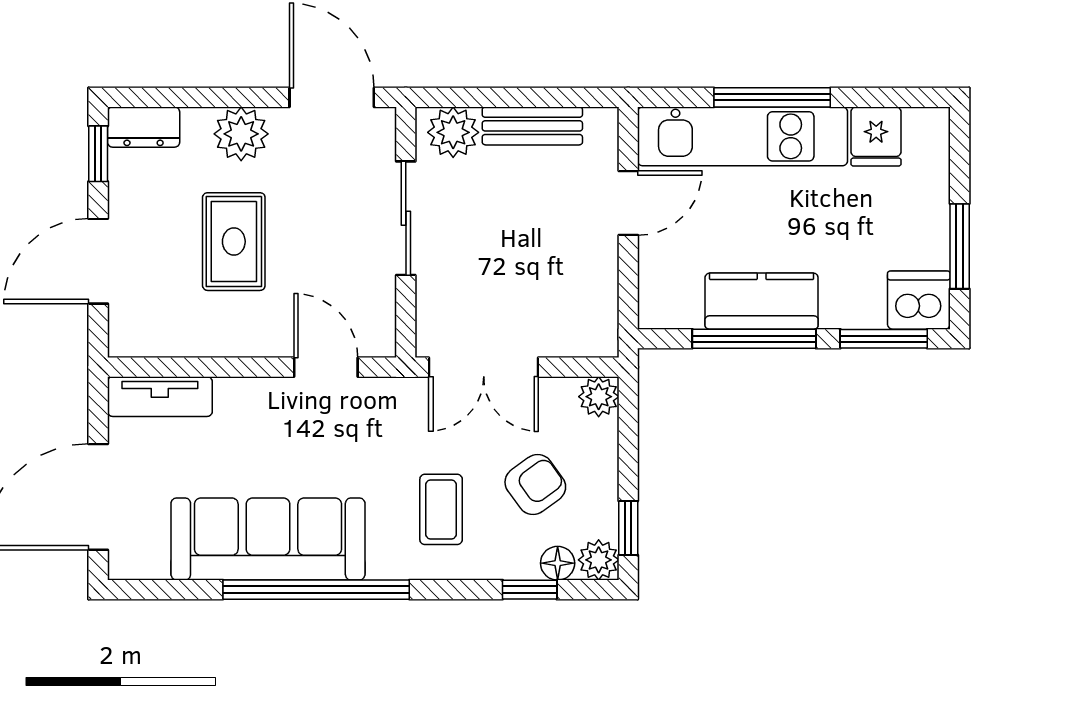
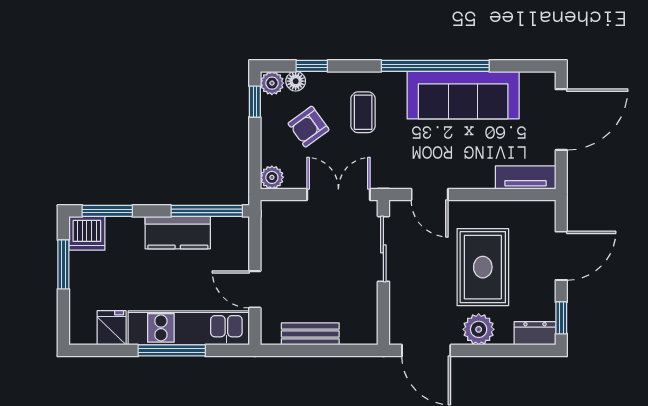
plant: (453, 132) -> (356, 330), removed
door: (628, 203) -> (255, 289), hinge flipped
sliding door: (406, 218) -> (383, 249), moved
rug: (234, 242) -> (483, 267), width x1.36, depth x1.43
window: (754, 339) -> (207, 211), moved

